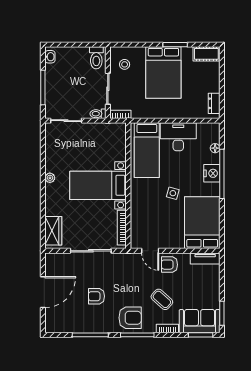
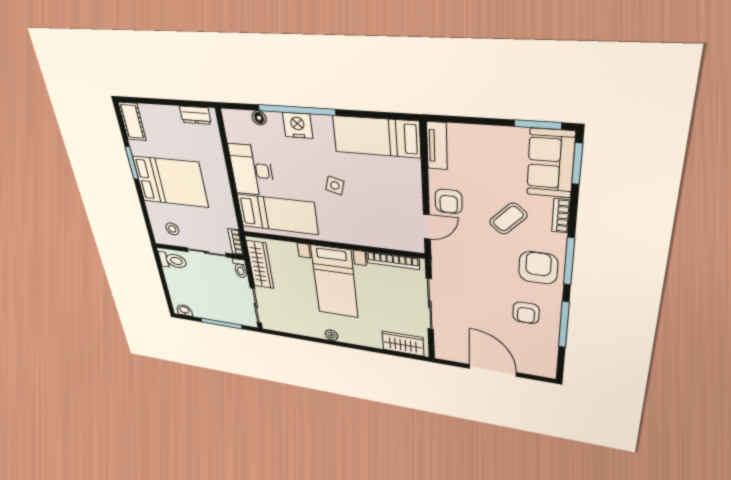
wardrobe: (104, 130) -> (260, 265), added
bed: (202, 223) -> (376, 137), width x0.67
armchair: (96, 296) -> (526, 313), moved

